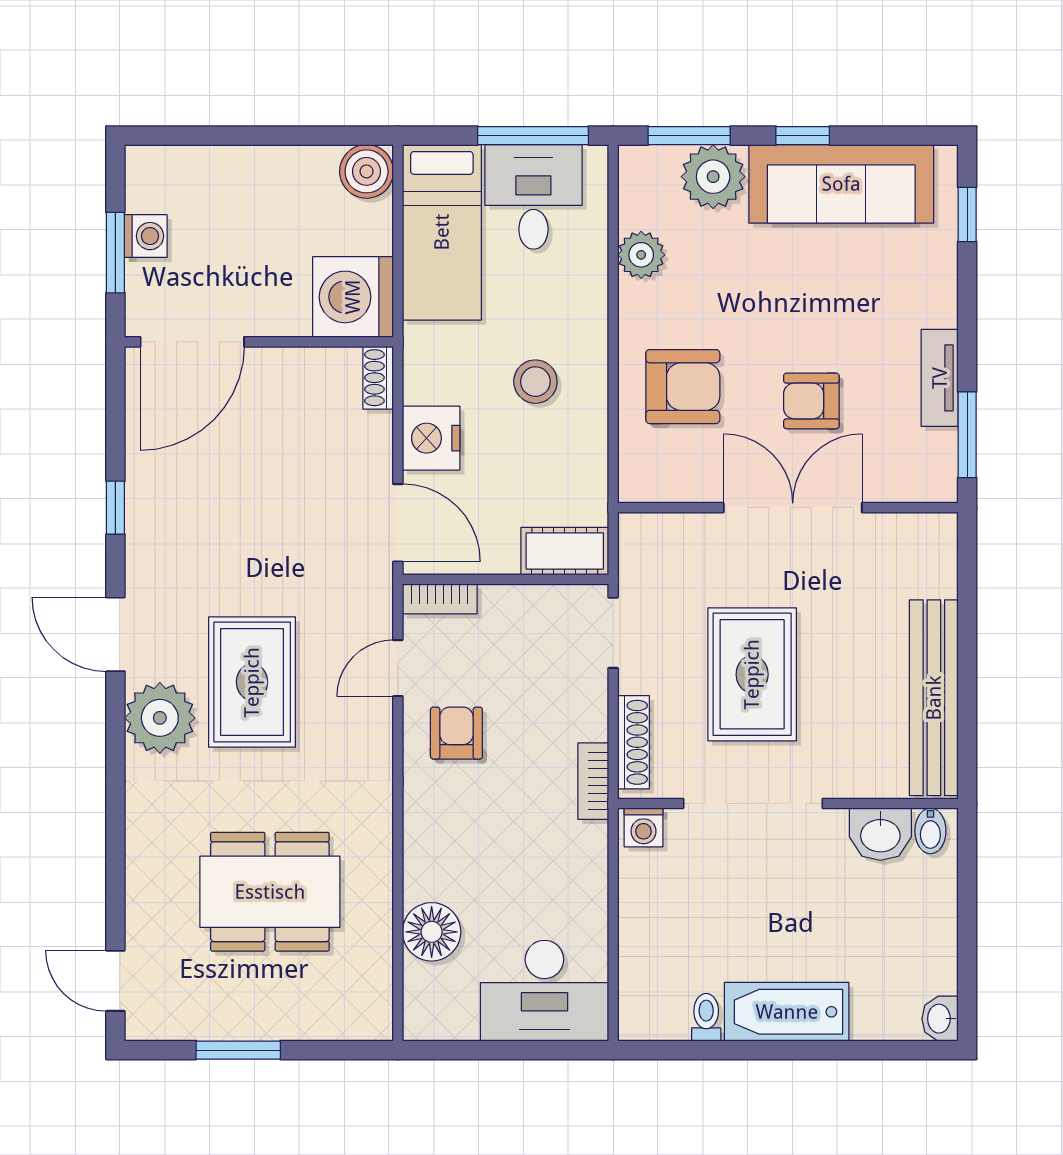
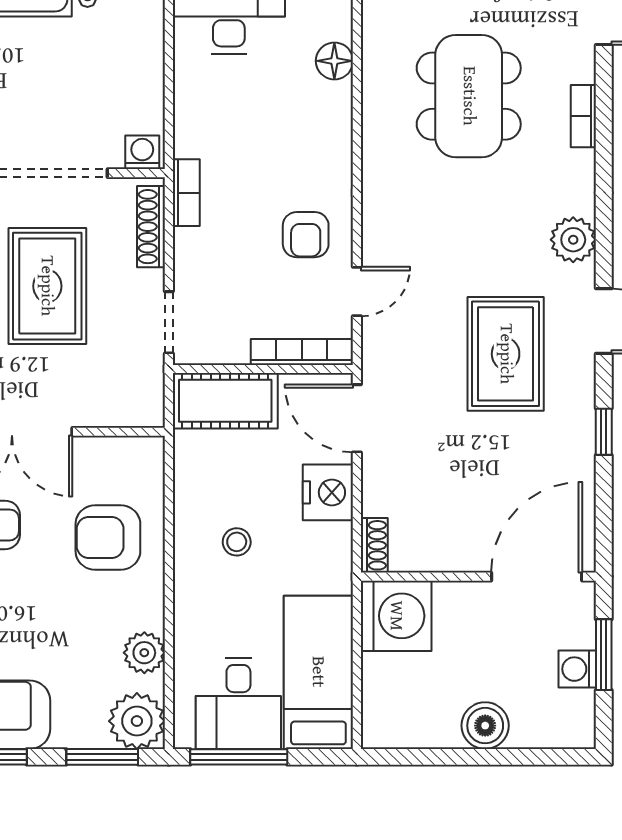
boiler: (367, 171) -> (485, 726), moved
plant: (713, 177) -> (137, 721), moved
stool: (535, 382) -> (237, 542), width x0.73, depth x0.73
cot: (565, 551) -> (225, 401), width x1.37, depth x1.34
bookcase: (440, 599) -> (302, 352), width x1.56
rug: (252, 682) -> (506, 354), moved
plant: (160, 718) -> (573, 240), width x0.73, depth x0.73
bookcase: (139, 869) -> (583, 116), added
dining table: (270, 892) -> (469, 96), turned 90
floor lamp: (432, 932) -> (334, 61), width x0.73, depth x0.73

